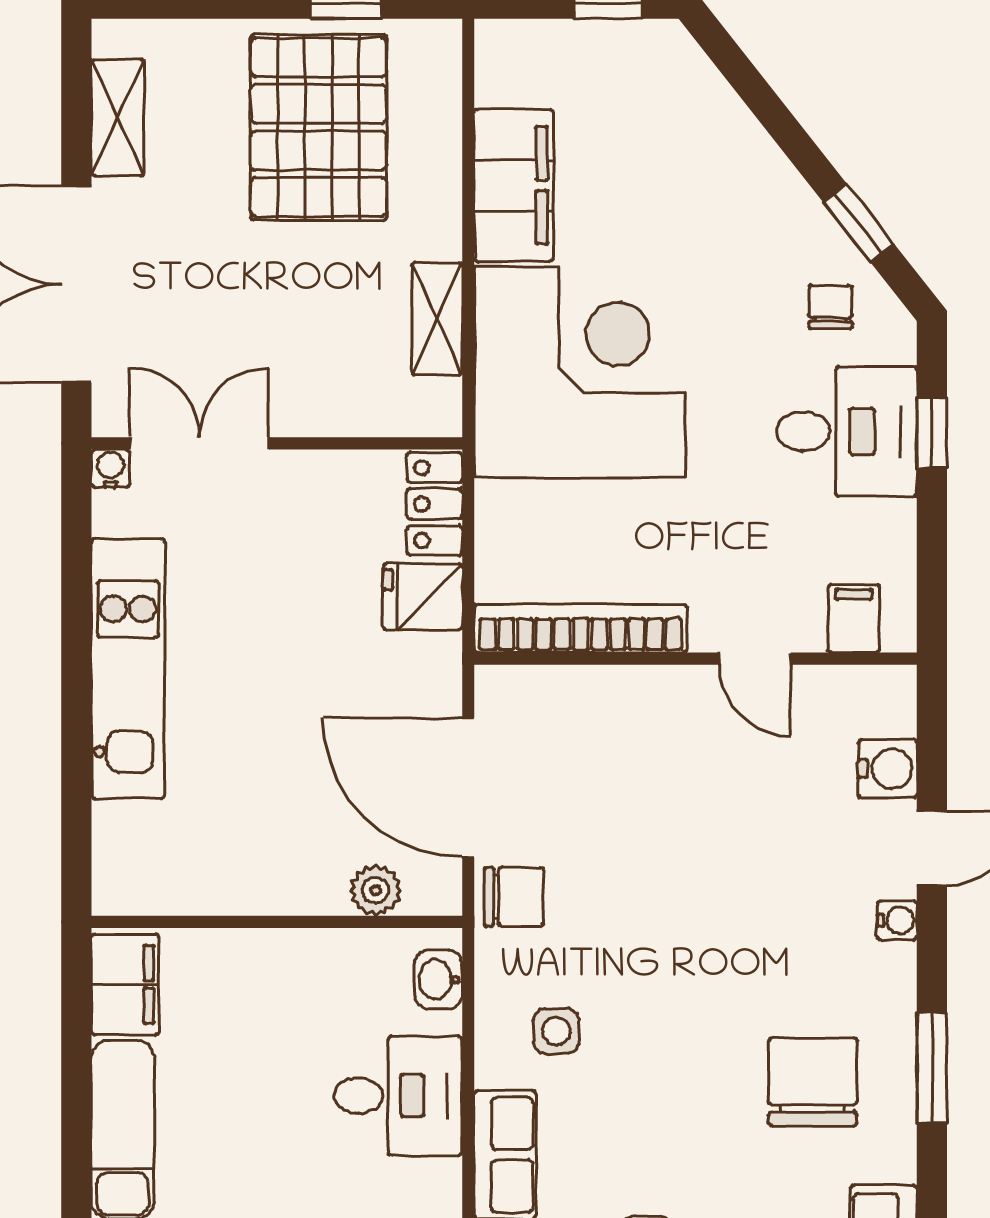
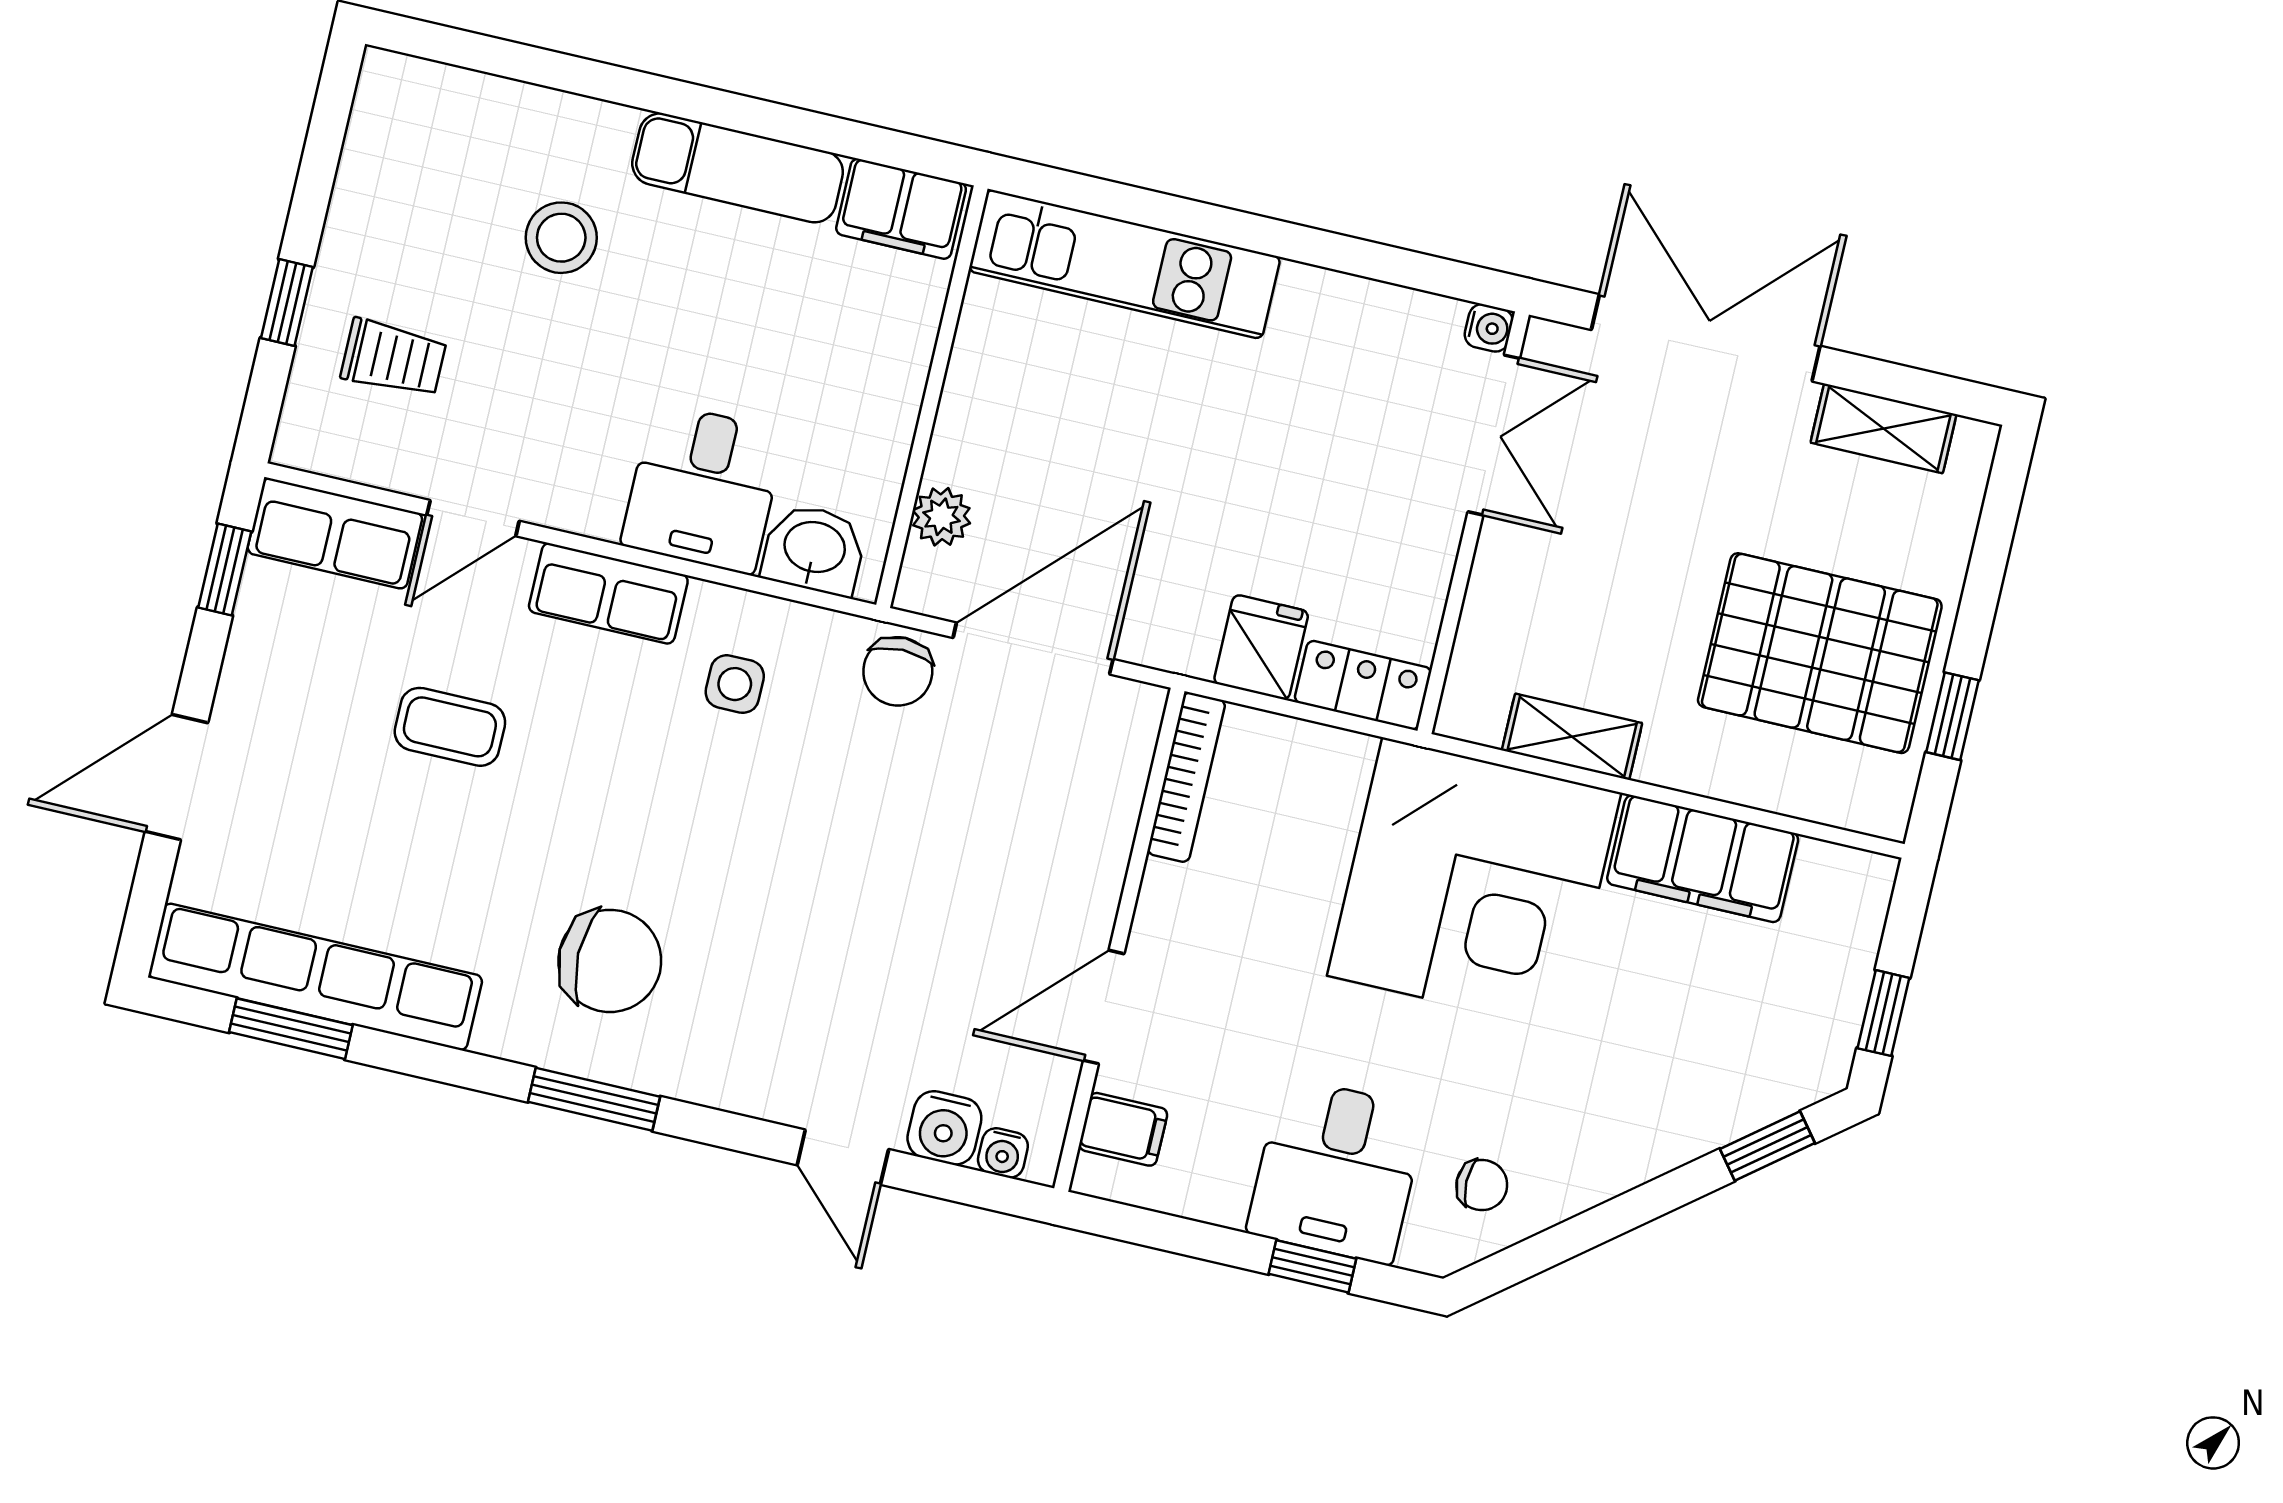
window: (859, 223) -> (1767, 1146), moved
bookcase: (581, 628) -> (1186, 777), width x0.68, depth x0.76
door: (755, 659) -> (1104, 1007), width x1.38
kitchen unit: (128, 669) -> (1125, 264), moved
water cooler: (897, 920) -> (1003, 1153), moved
washbasin: (438, 979) -> (814, 549), width x1.38, depth x1.45

